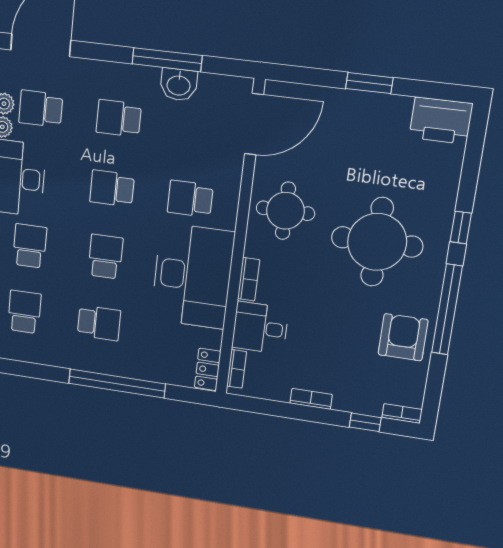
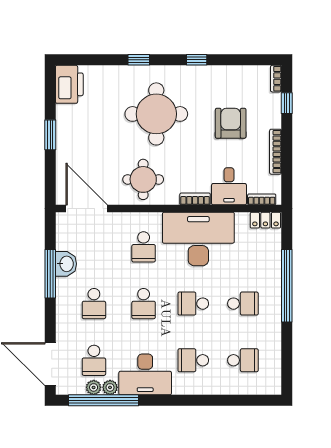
window: (447, 309) -> (197, 60), width x0.32
school desk: (24, 312) -> (243, 360), turned 180
school desk: (99, 323) -> (243, 304), turned 90
armchair: (403, 337) -> (231, 123), moved, turned 90
bookcase: (311, 399) -> (276, 152), width x1.56

